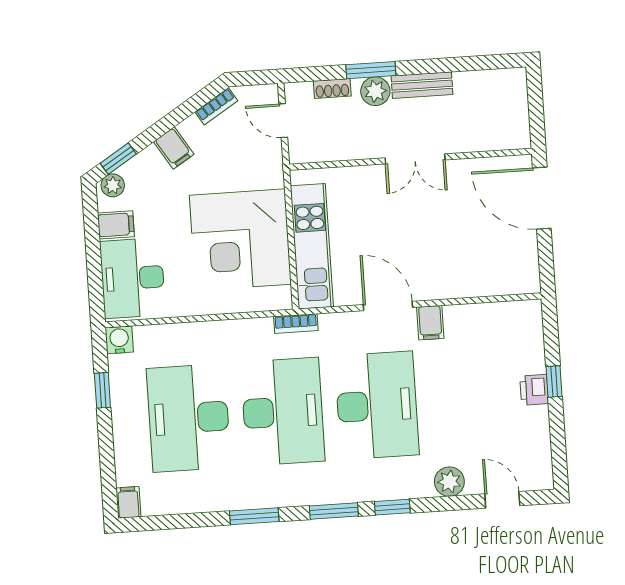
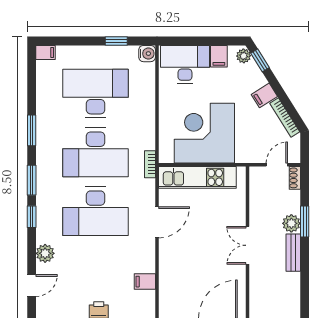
shoe rack: (332, 88) -> (295, 178), moved
bookcase: (216, 106) -> (285, 117), width x1.56
filing cabinet: (430, 323) -> (145, 282), moved

